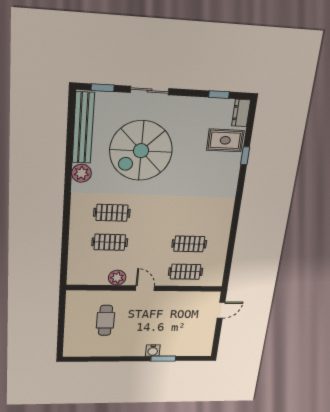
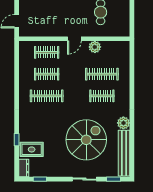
clothes rail: (193, 215) -> (47, 96), added
clothes rail: (110, 242) -> (102, 74), width x1.36
door: (145, 288) -> (74, 39), hinge flipped

